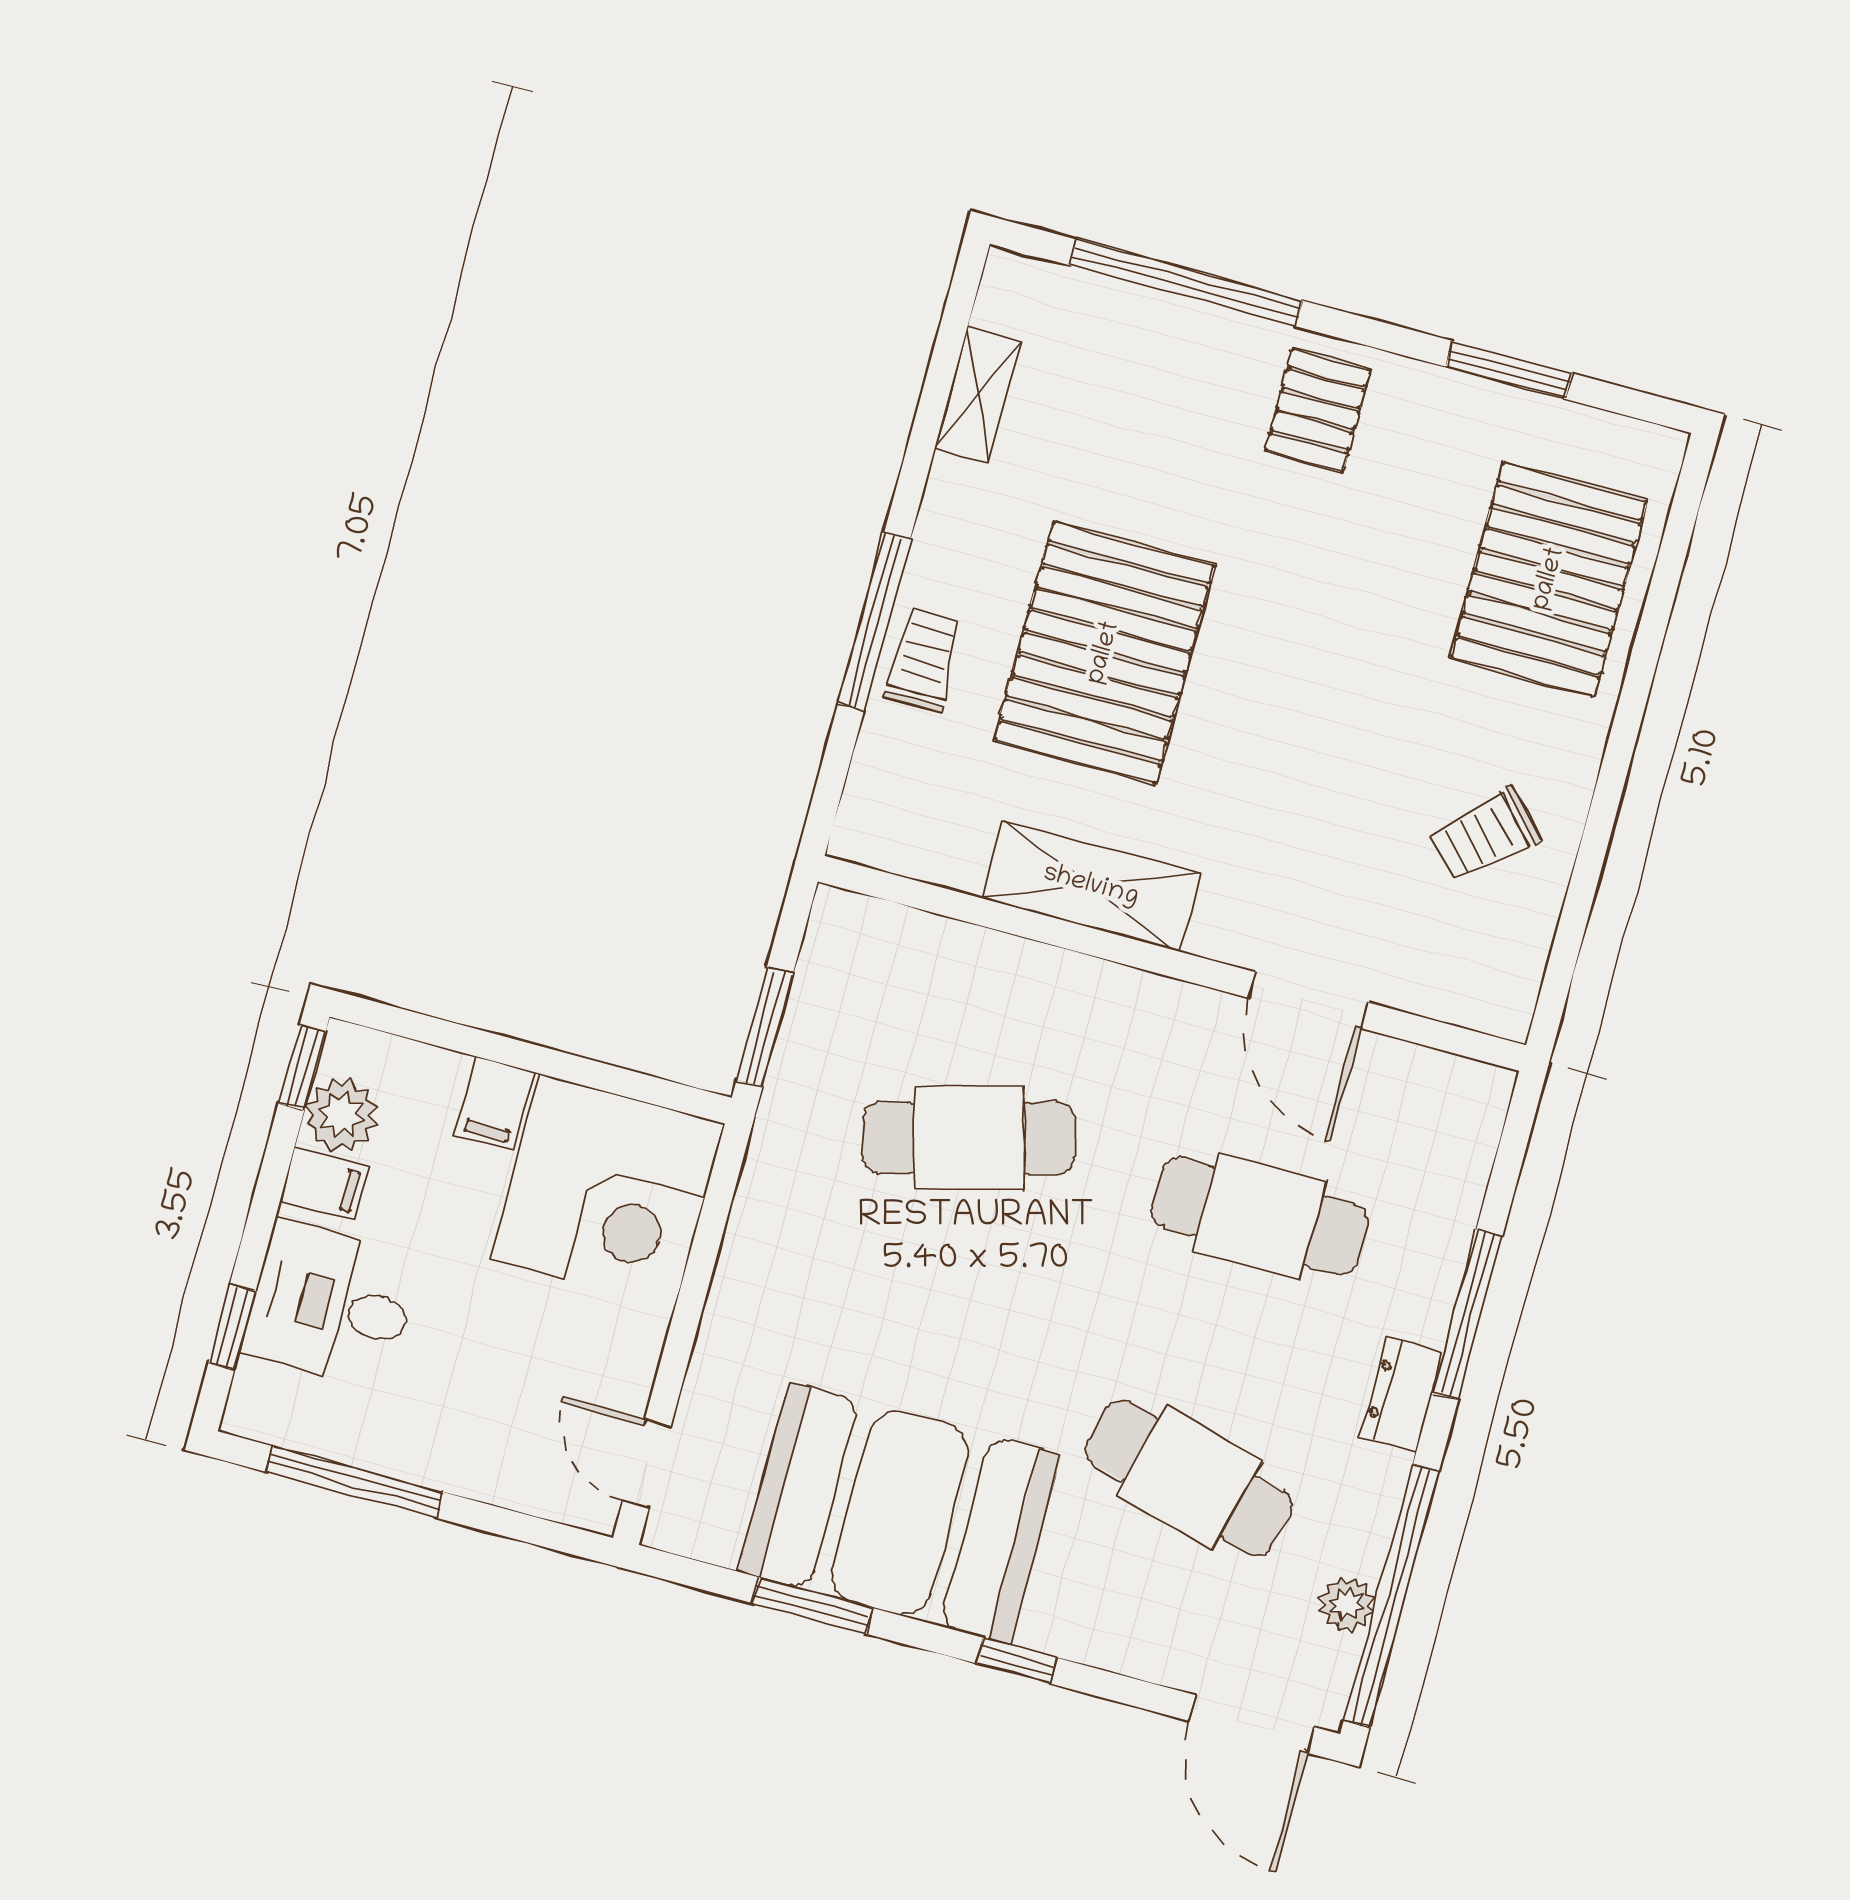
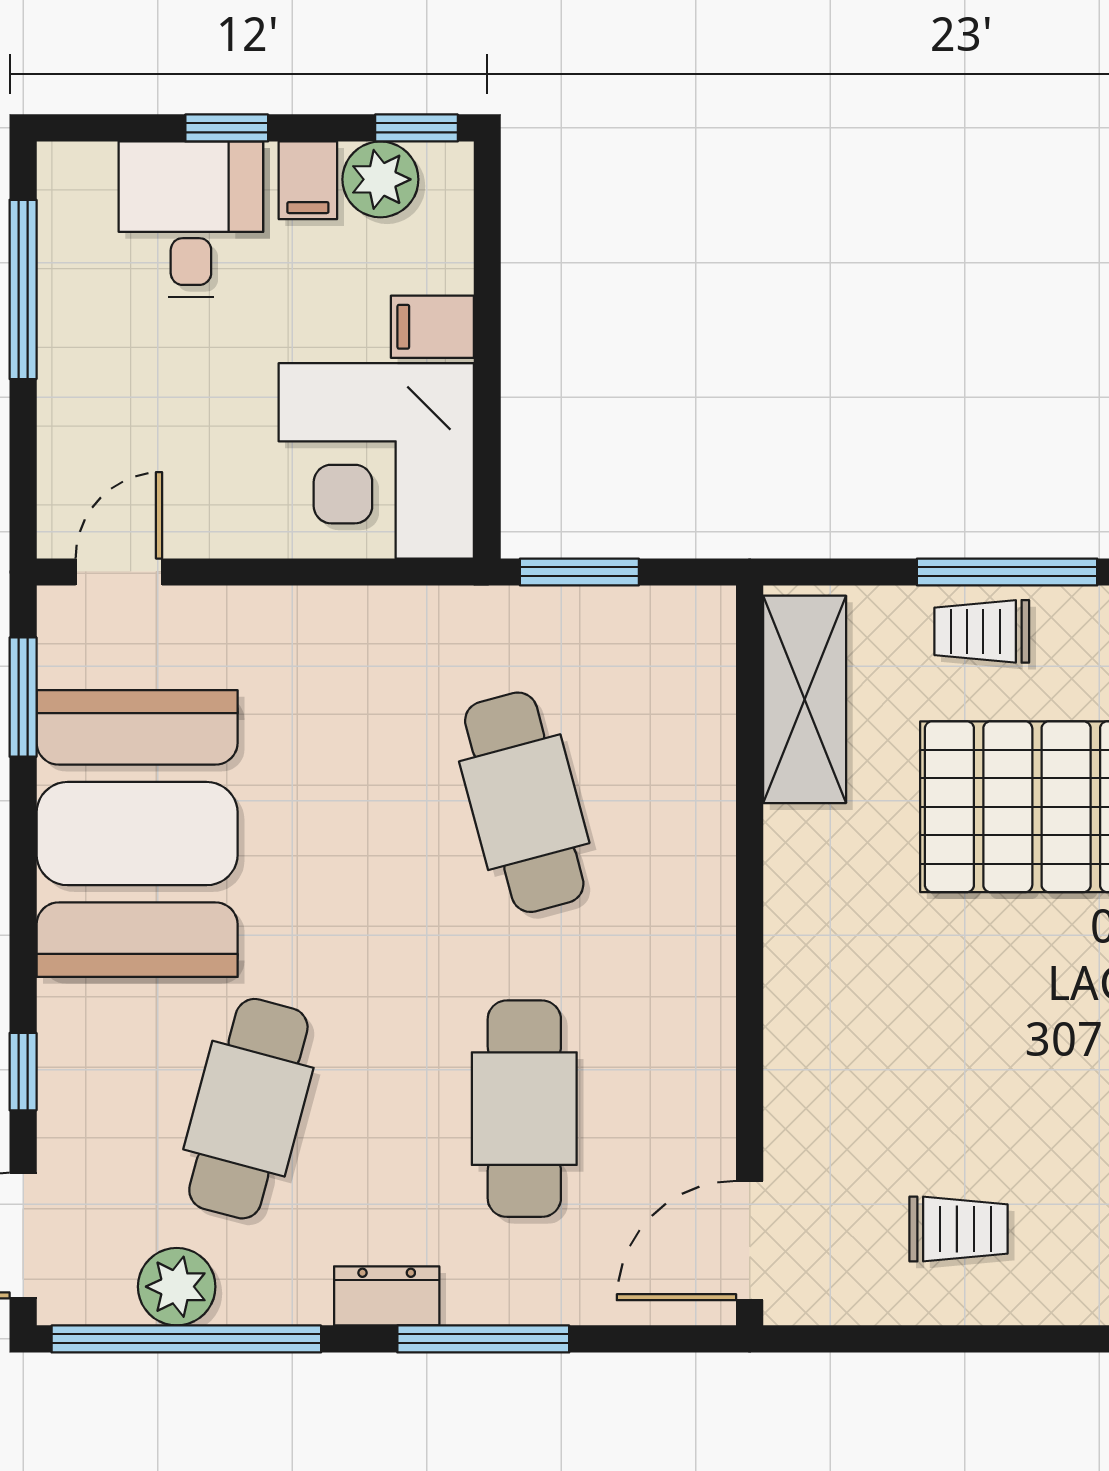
trolley: (924, 660) -> (982, 631), turned 180
trolley: (1485, 835) -> (959, 1229), turned 133
shelving: (1091, 886) -> (805, 699), moved
door: (1308, 1000) -> (750, 1241), moved
window: (232, 1327) -> (227, 128), moved
plant: (1347, 1604) -> (177, 1287), width x1.38, depth x1.38
window: (813, 1606) -> (23, 697), moved
window: (1017, 1661) -> (23, 1072), moved

